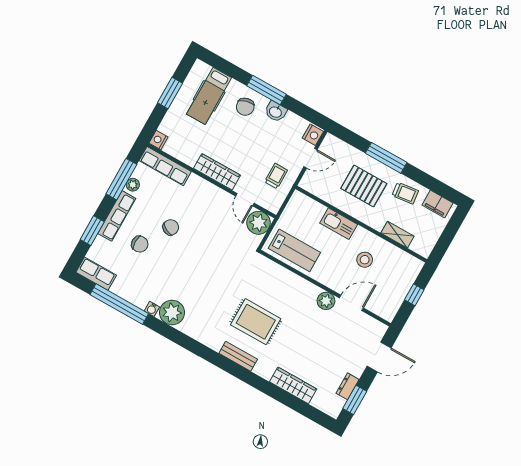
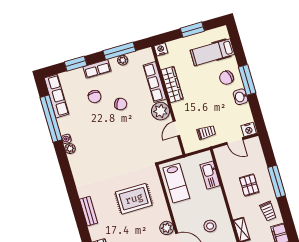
row of seats: (165, 166) -> (155, 82), moved
wardrobe: (217, 172) -> (172, 85), moved
pallet: (364, 186) -> (249, 185), width x0.67, depth x0.71
row of seats: (117, 216) -> (97, 69), width x0.68
plant: (259, 223) -> (160, 111), moved
kitchen sink: (339, 224) -> (210, 175), moved
row of seats: (96, 274) -> (57, 96), width x1.48
plant: (172, 313) -> (70, 149), width x0.53, depth x0.53
rug: (256, 322) -> (134, 199), moved, turned 90

